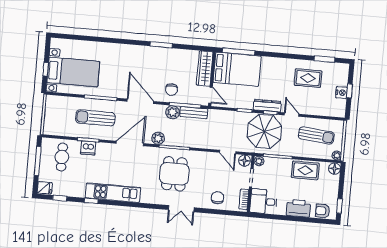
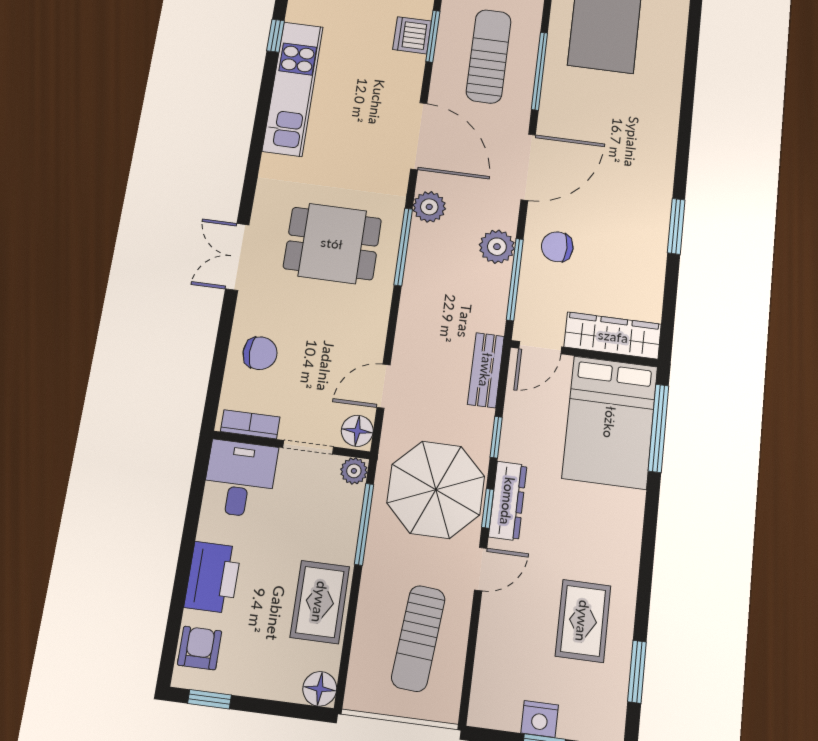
bench: (194, 113) -> (486, 370), moved
plant: (337, 155) -> (357, 697), removed

